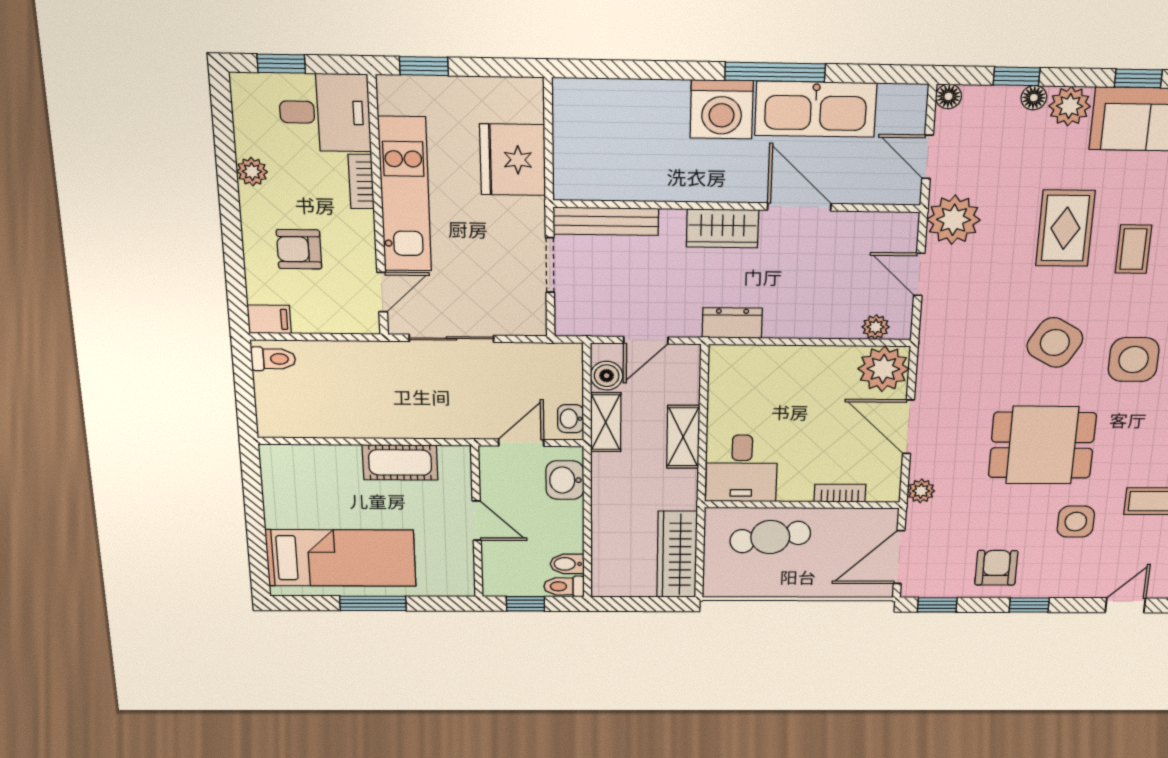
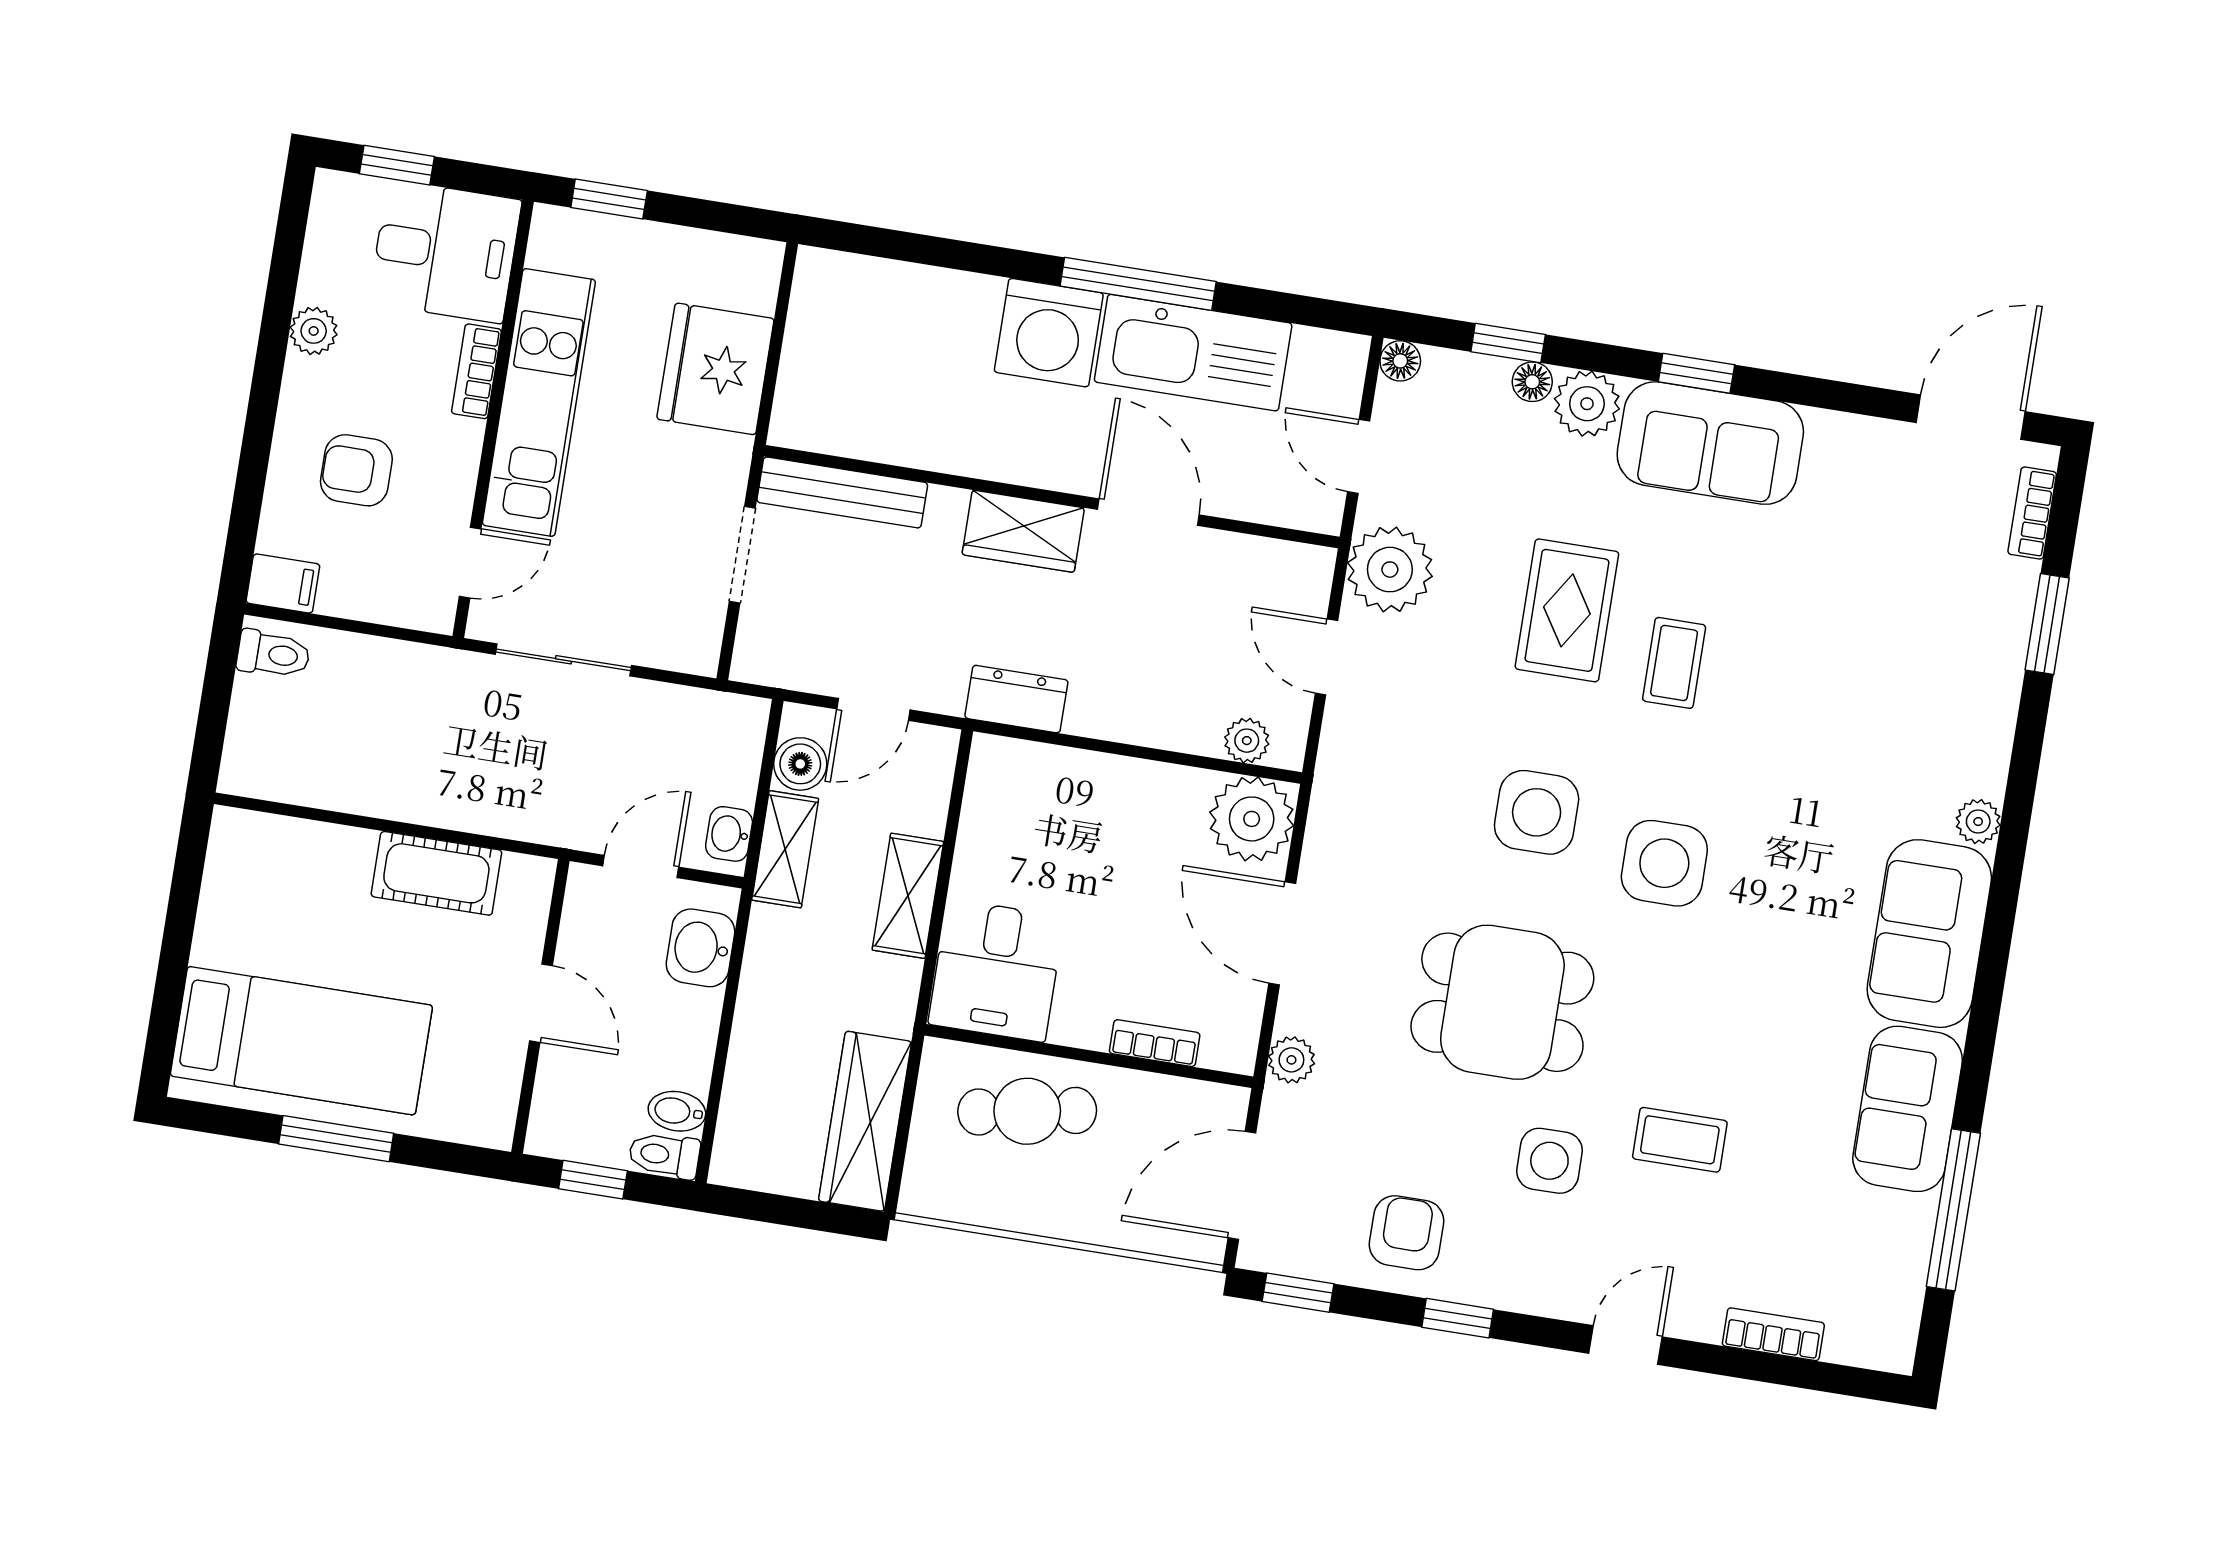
side table: (1055, 342) -> (1537, 812), turned -30

